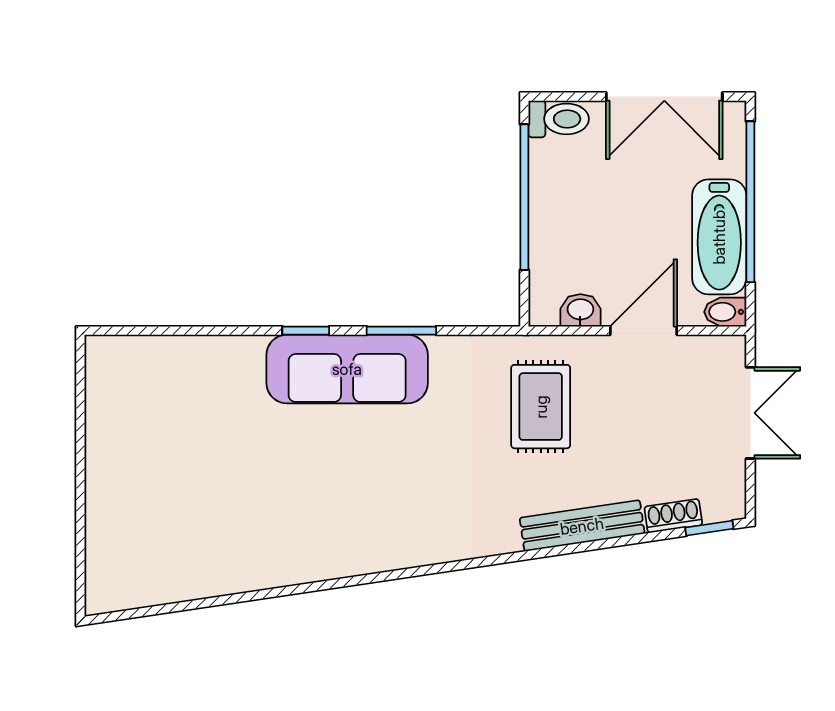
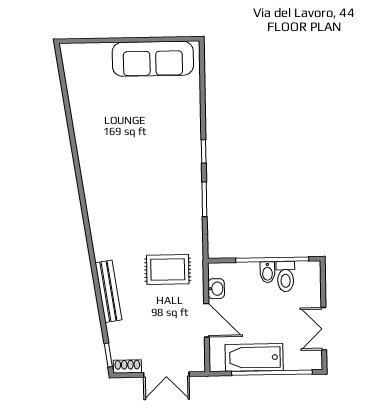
double door: (664, 97) -> (324, 329), width x0.73
toilet: (559, 119) -> (286, 277), moved
bidet: (725, 312) -> (267, 272), moved, turned 180
sofa: (347, 369) -> (153, 59), moved, turned -90
shoe rack: (673, 516) -> (127, 366), moved, turned -82

